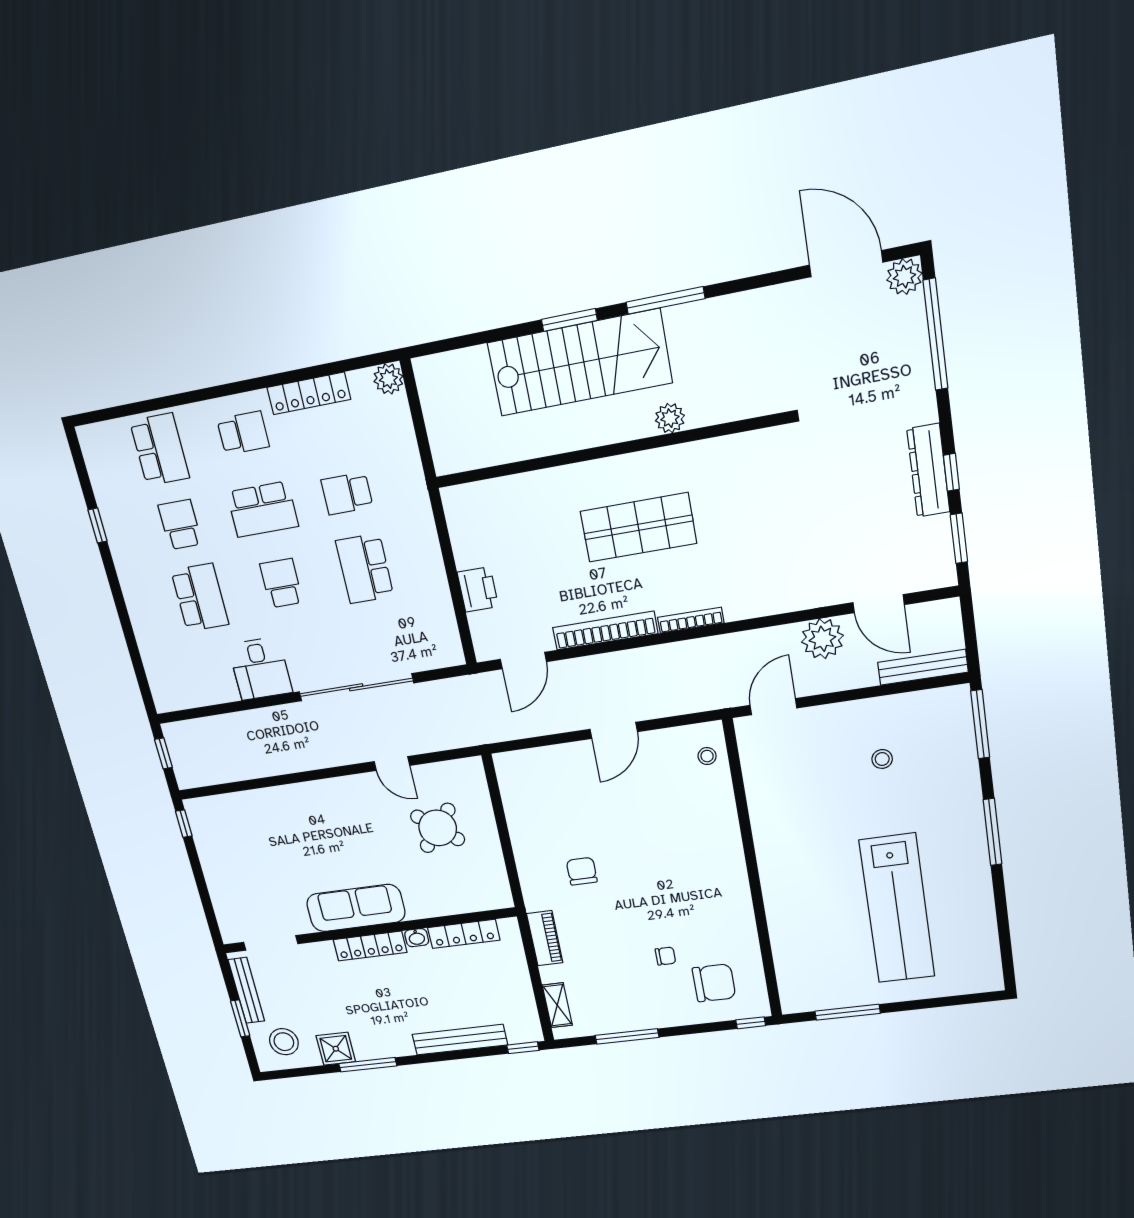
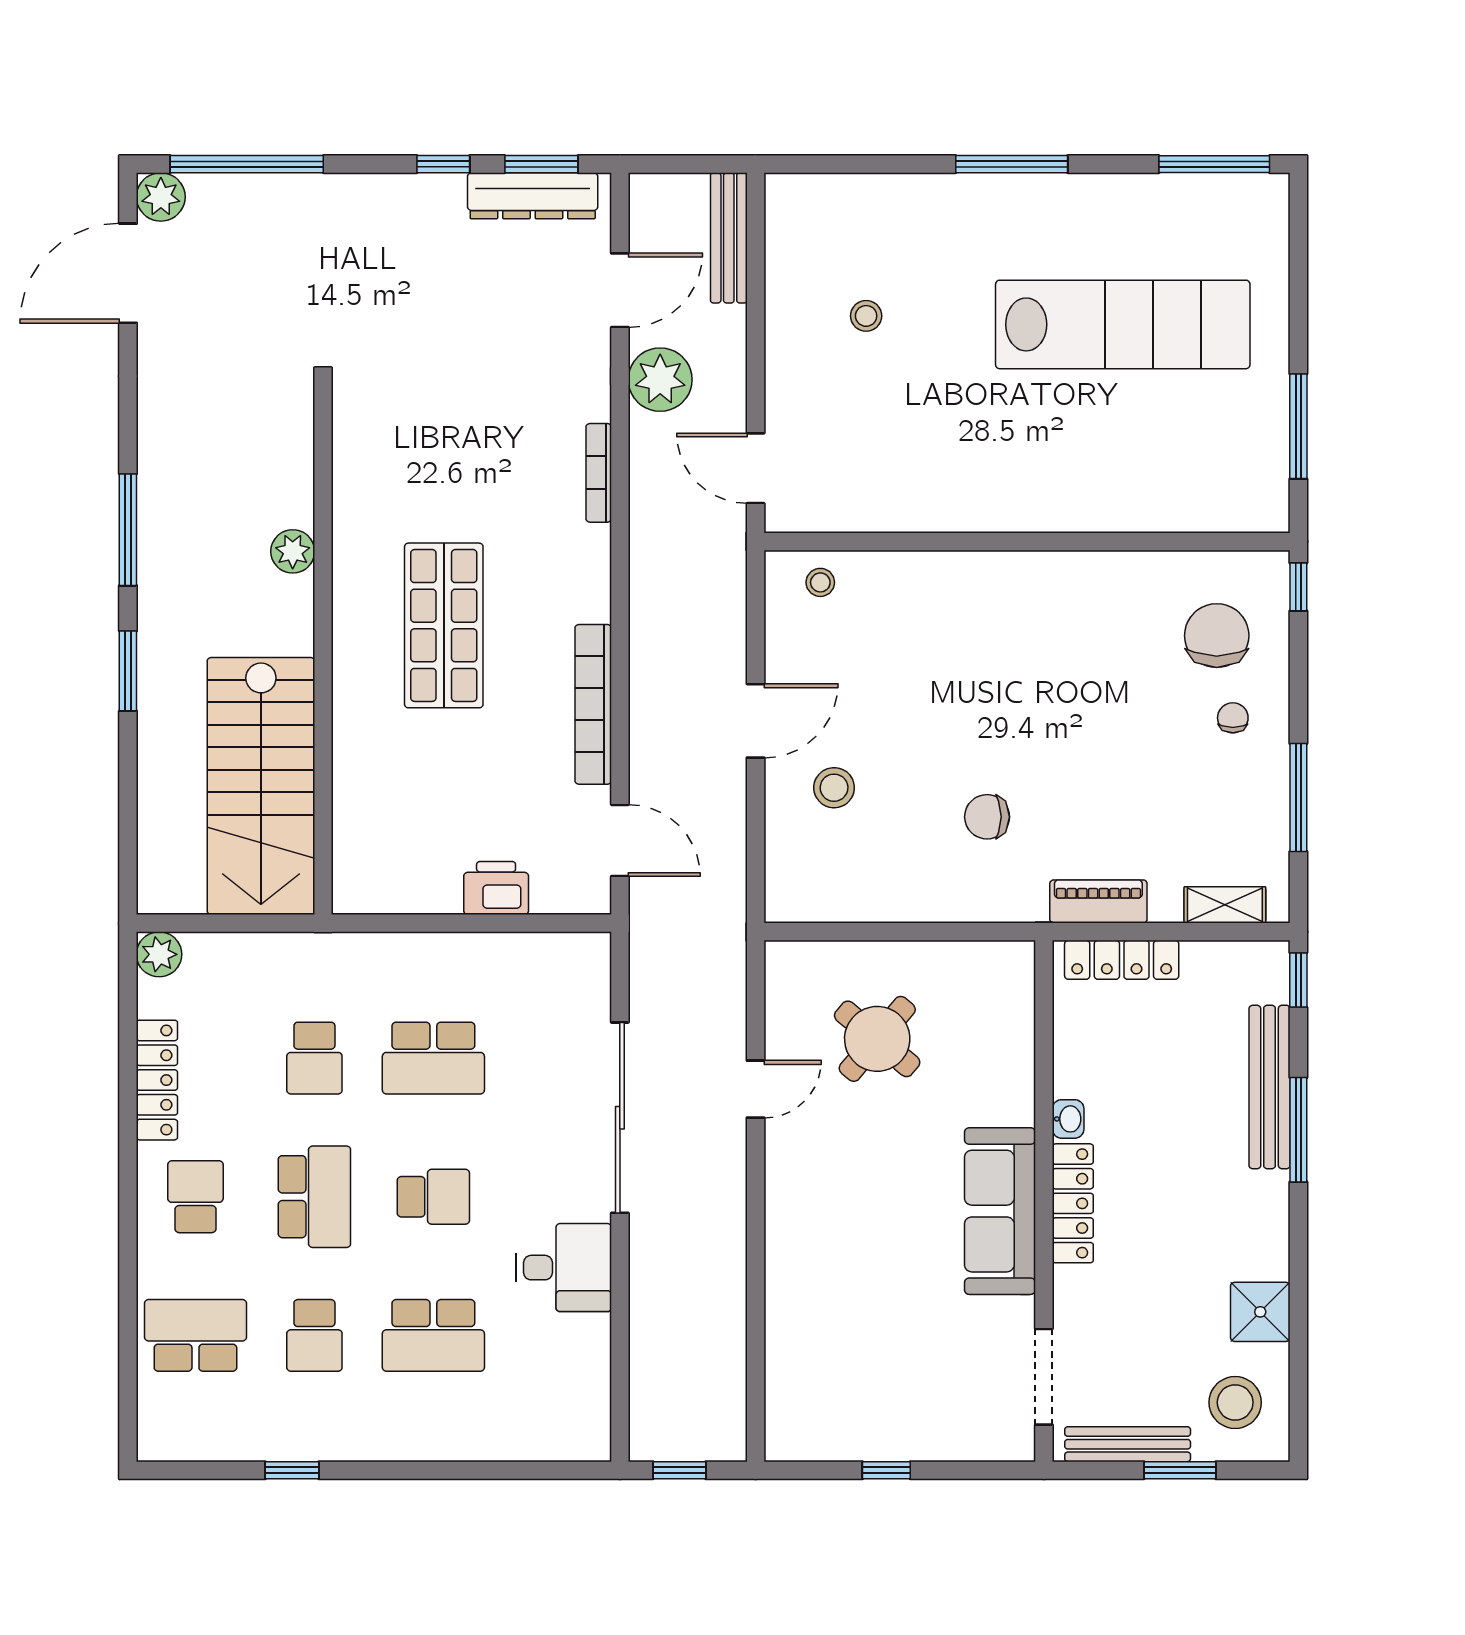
stairs: (580, 363) -> (261, 786), moved, turned 180
dresser: (928, 470) -> (533, 196), moved
school desk: (180, 525) -> (314, 1335), turned -90
school desk: (281, 583) -> (433, 1197), turned 180
school desk: (200, 598) -> (433, 1335), turned 180
bookcase: (691, 620) -> (599, 473), moved
window: (980, 724) -> (1214, 164), moved
door: (614, 730) -> (756, 721), hinge flipped
stool: (582, 782) -> (834, 788), added
window: (184, 824) -> (886, 1470), moved
locker: (464, 934) -> (1122, 960), moved, turned 90
chair: (665, 956) -> (1233, 718), moved
window: (368, 1065) -> (1298, 1130), moved

